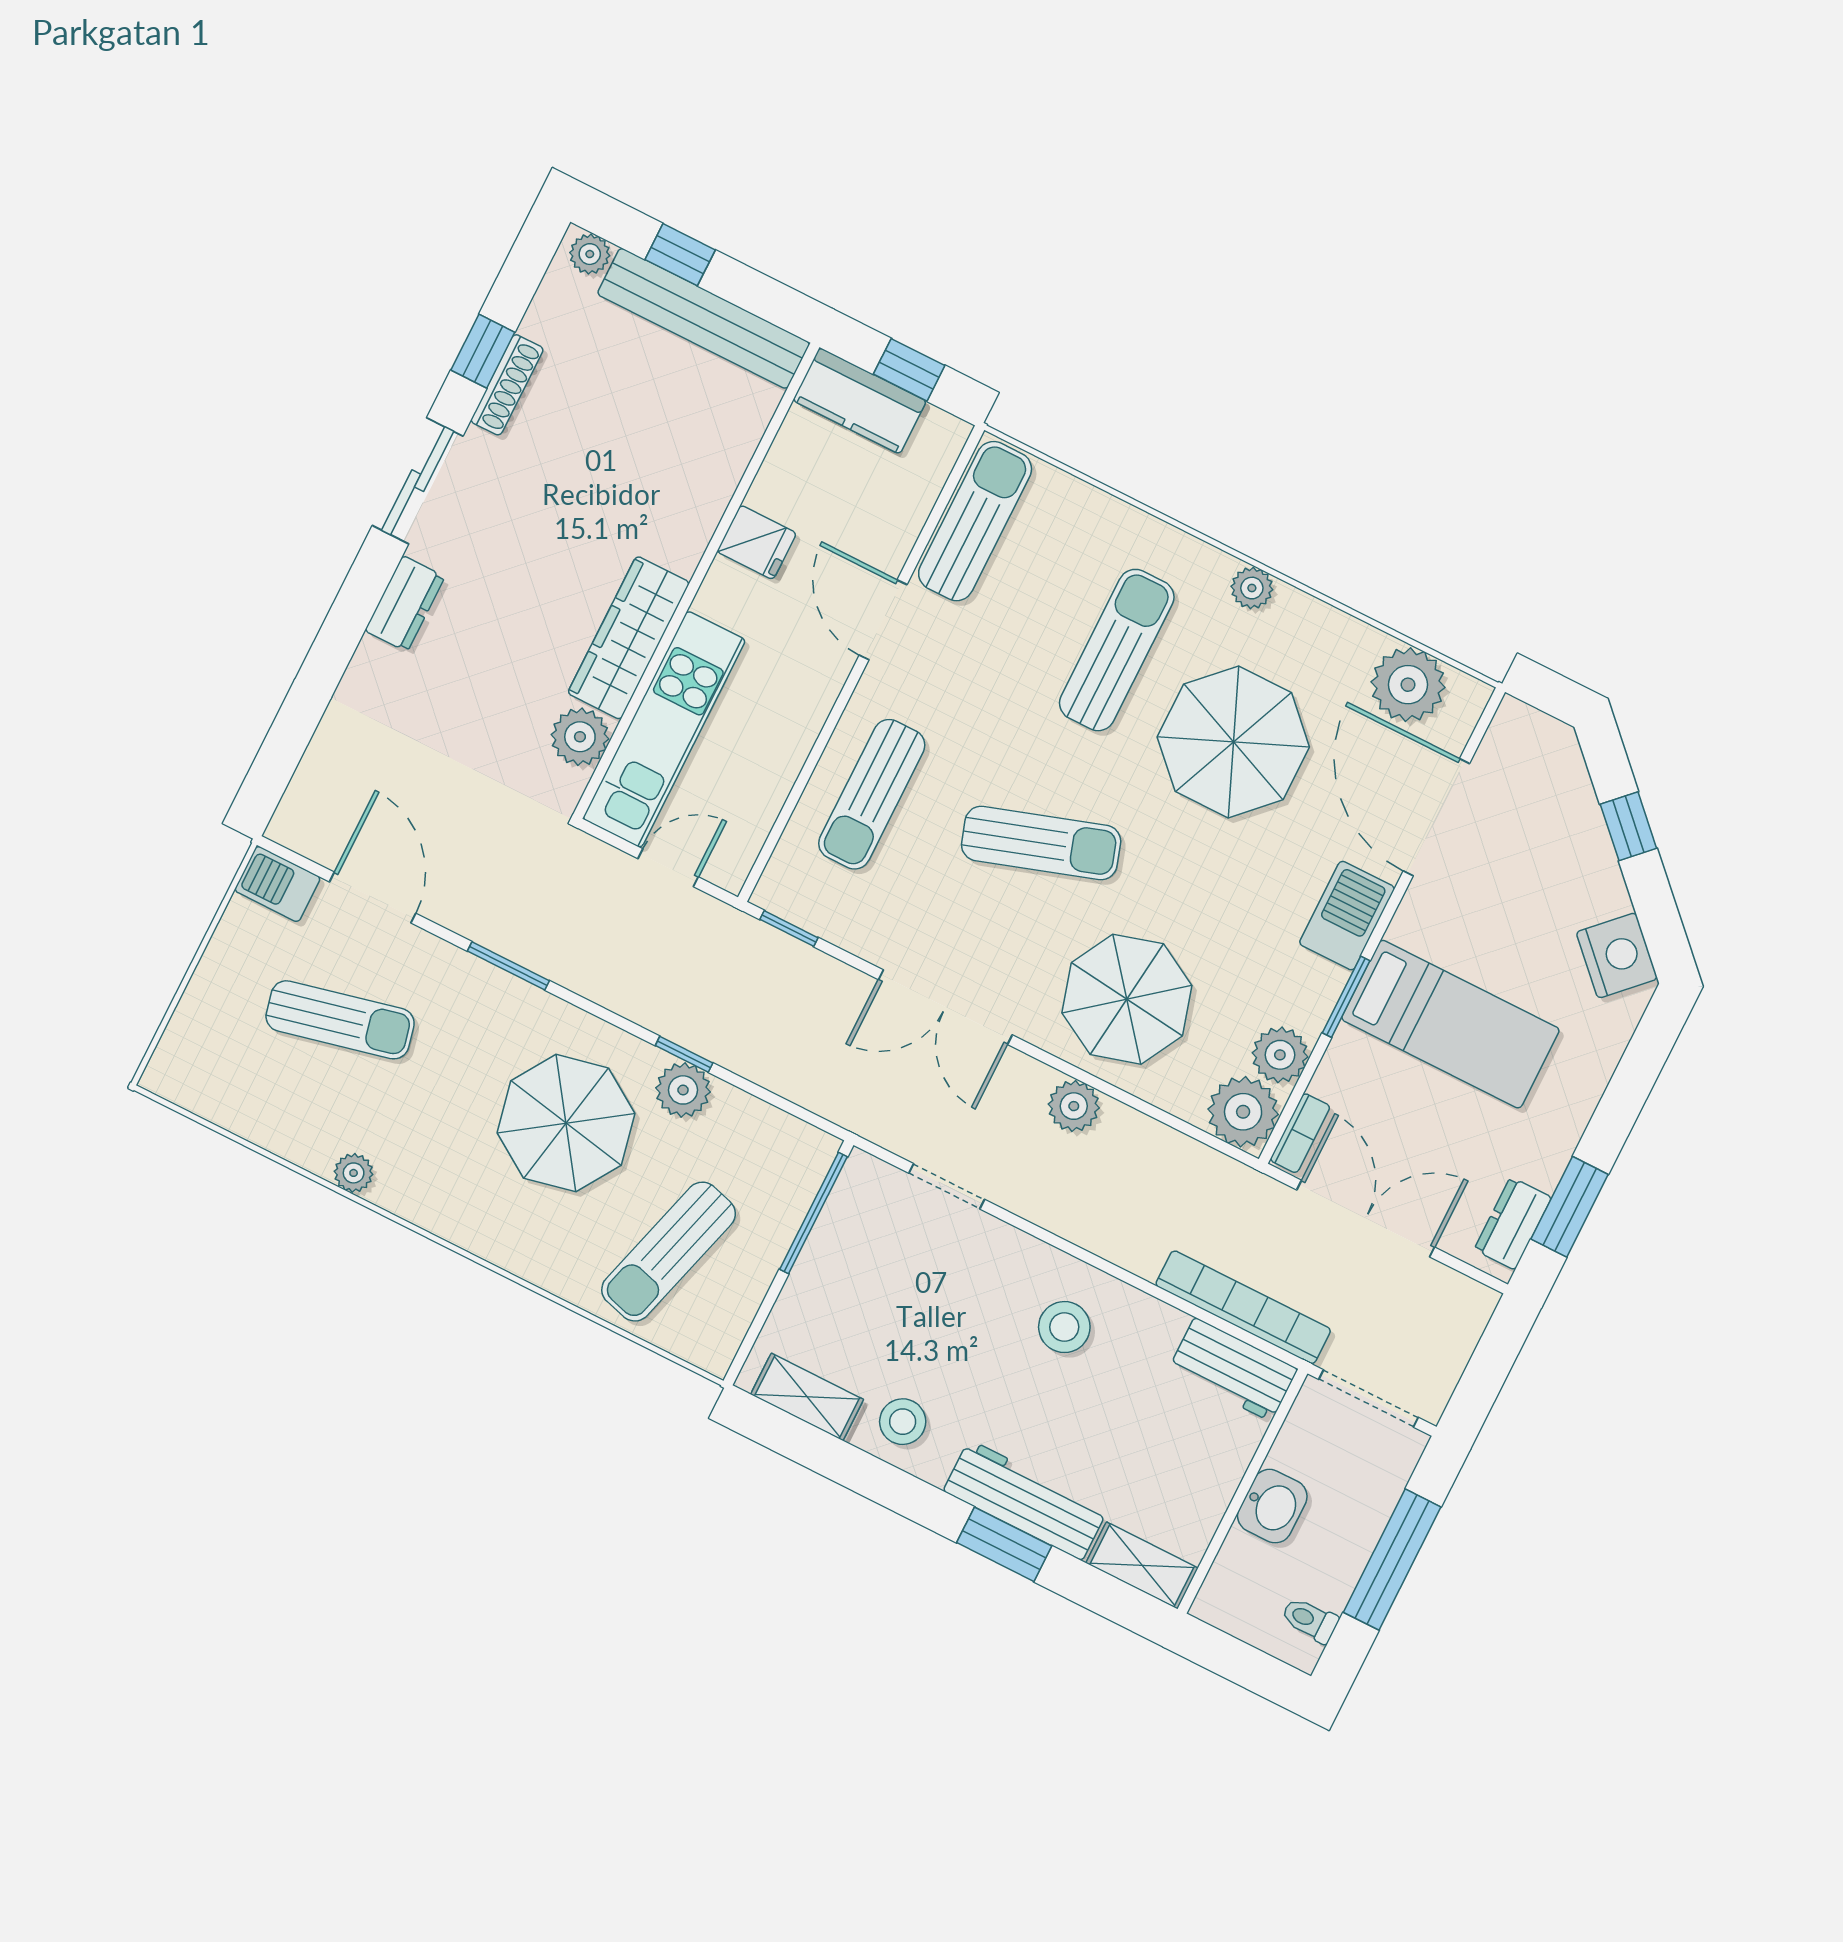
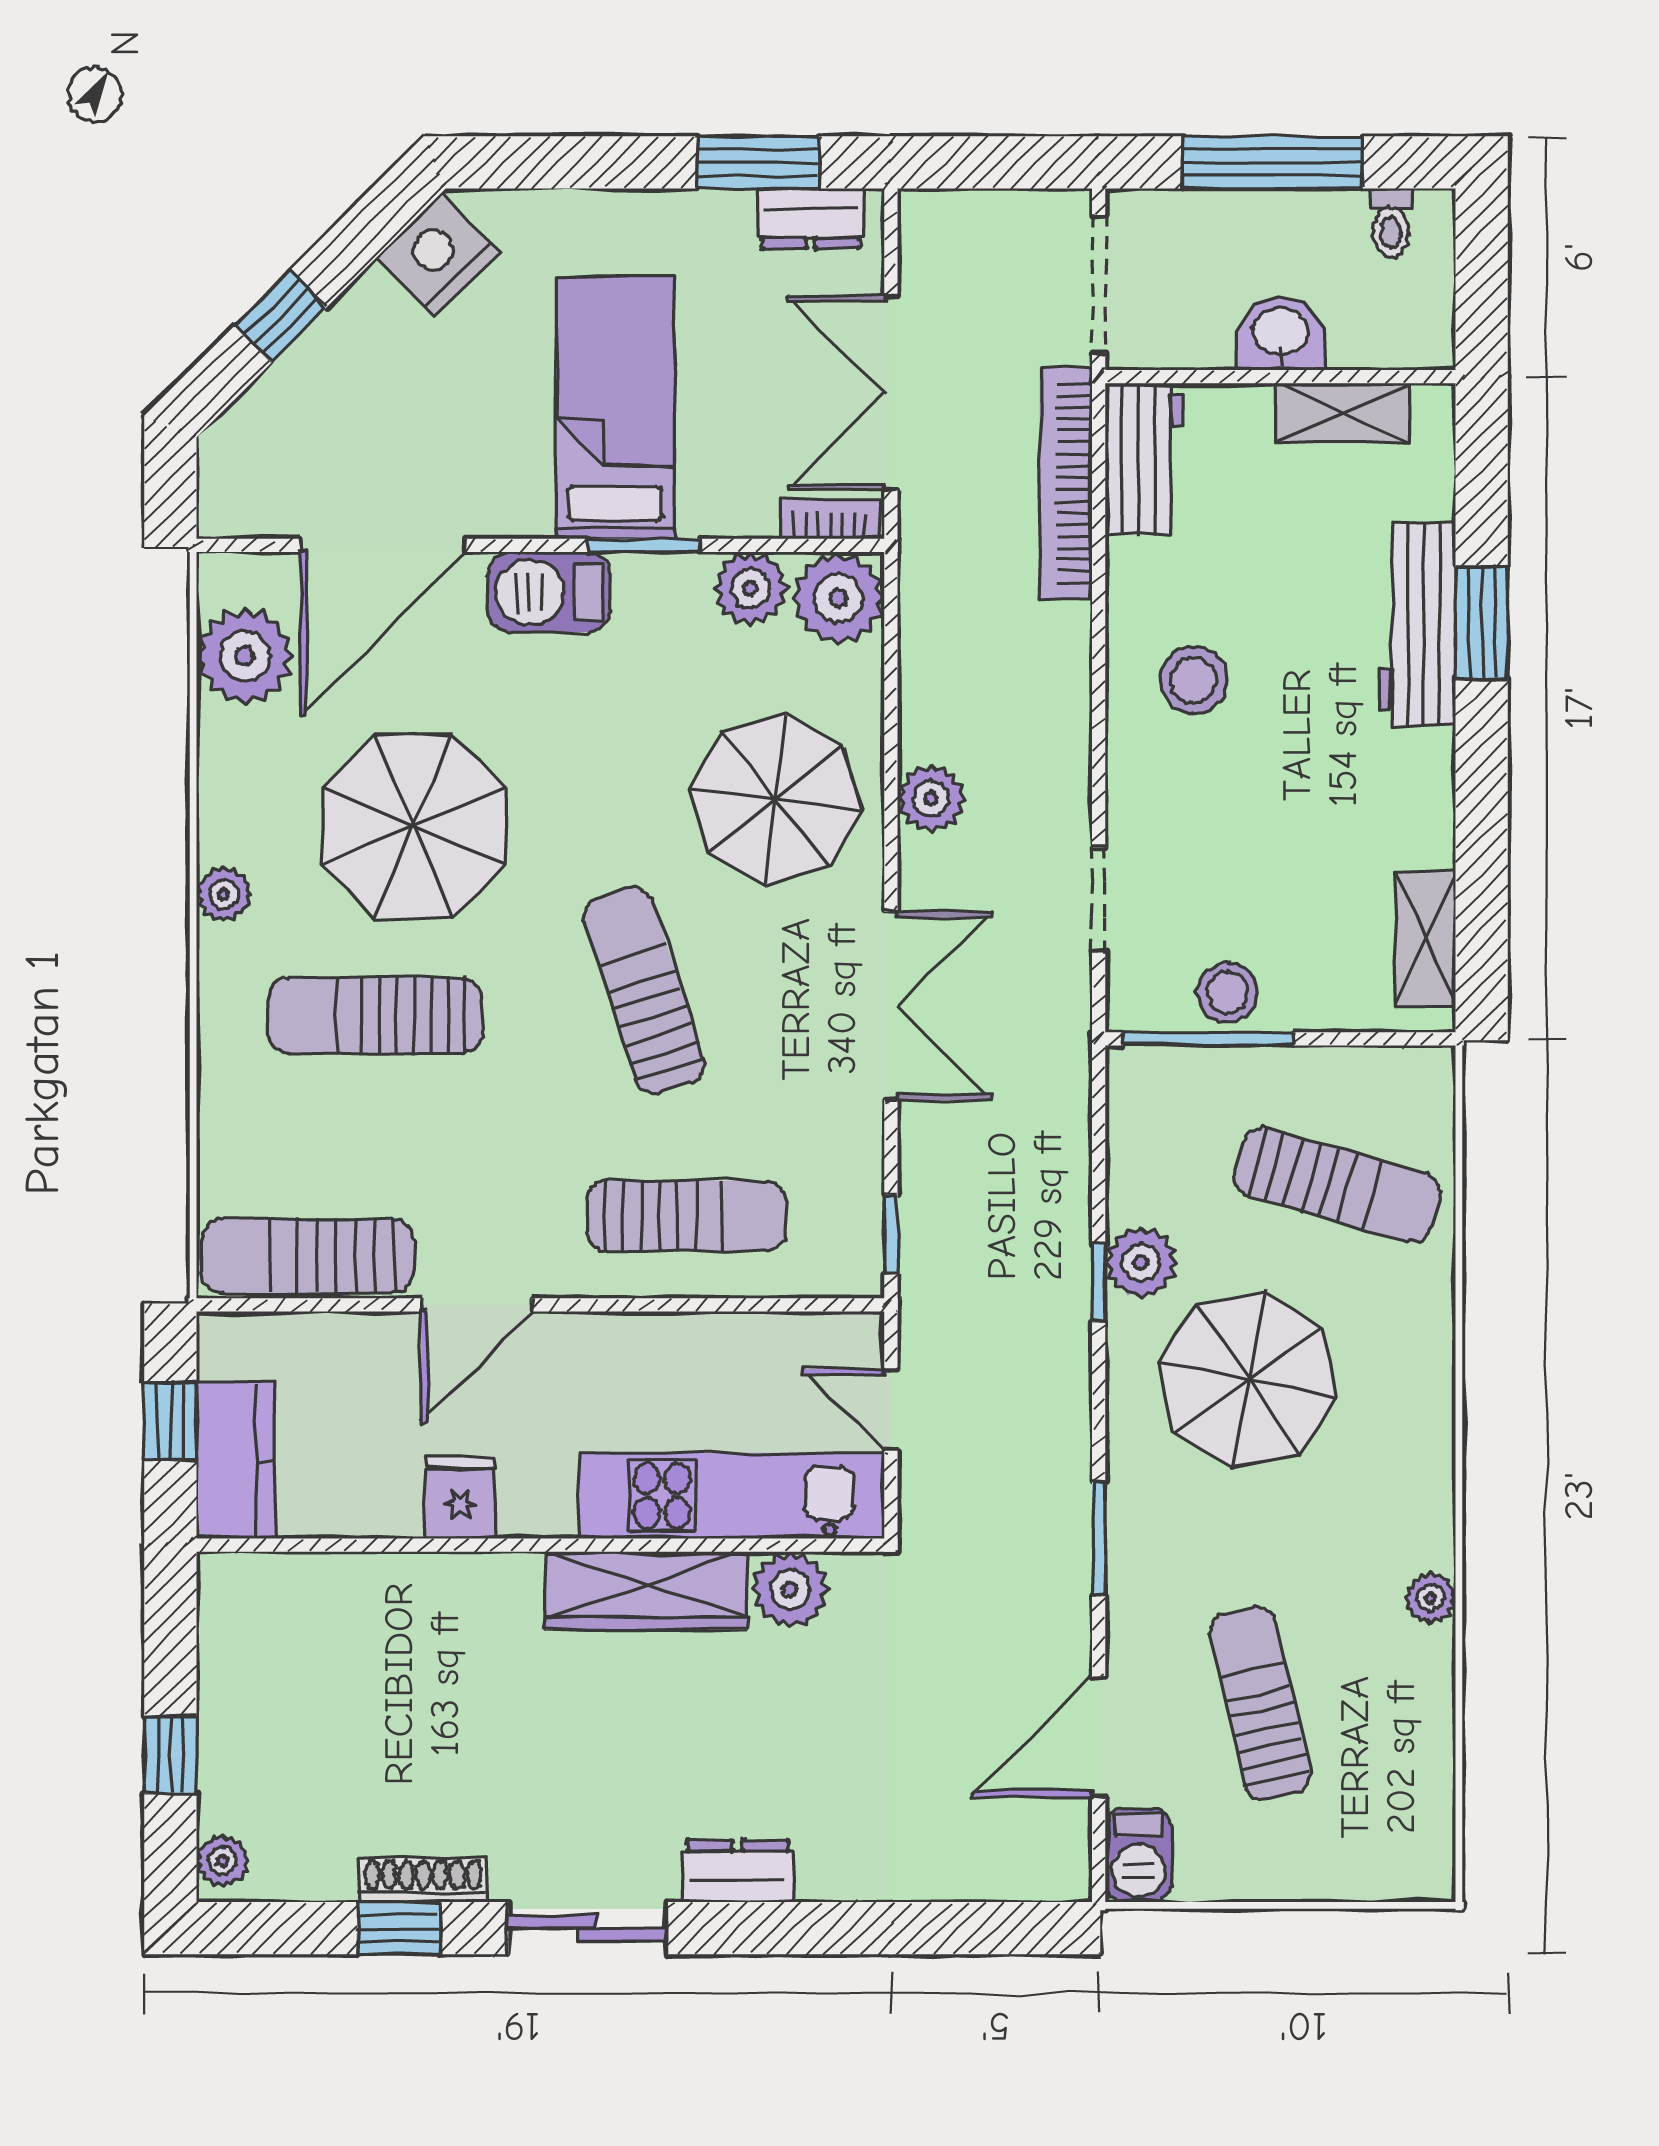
bench: (704, 318) -> (231, 1690), removed
stool: (903, 1422) -> (1228, 993), moved
shelving: (1142, 1565) -> (1342, 413), moved, turned 90

